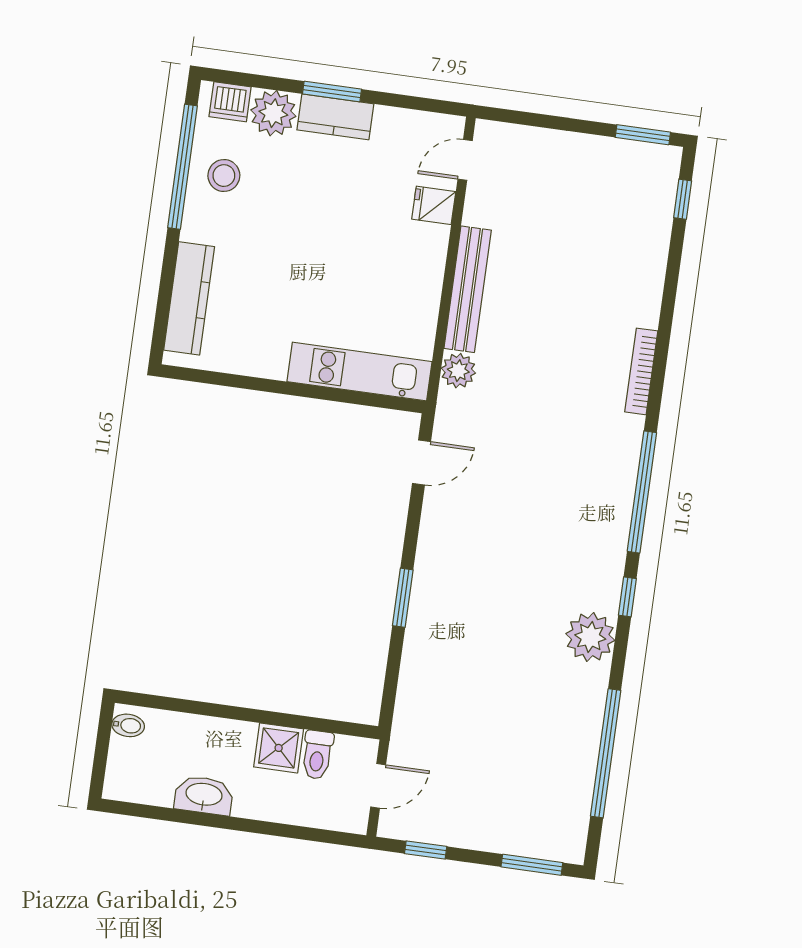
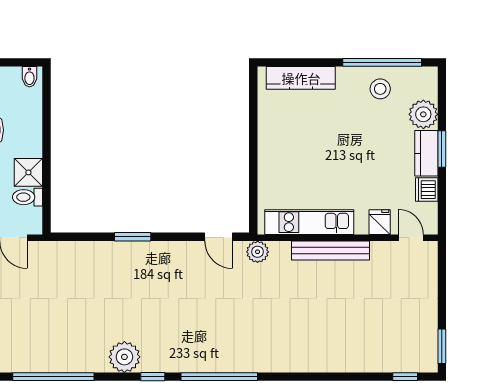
dishwasher: (230, 102) -> (427, 190), moved
plant: (458, 371) -> (258, 252), moved
bookcase: (641, 371) -> (294, 366), removed
kitchen unit: (359, 372) -> (309, 222), moved, turned -90

